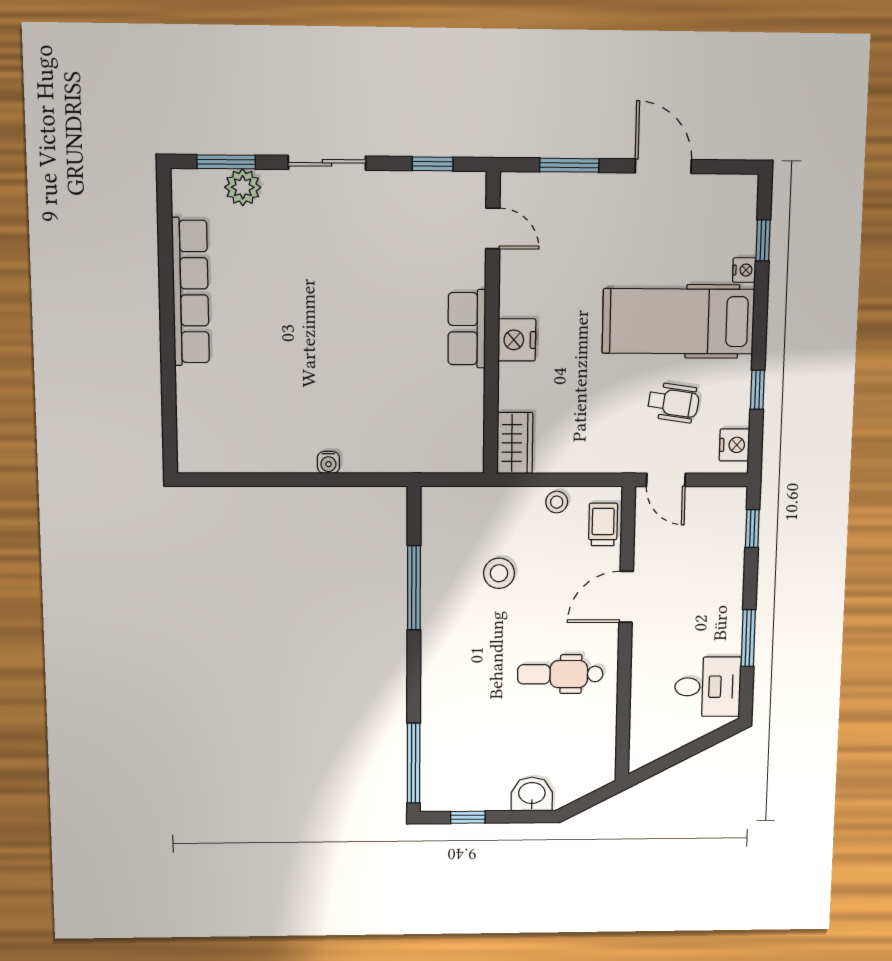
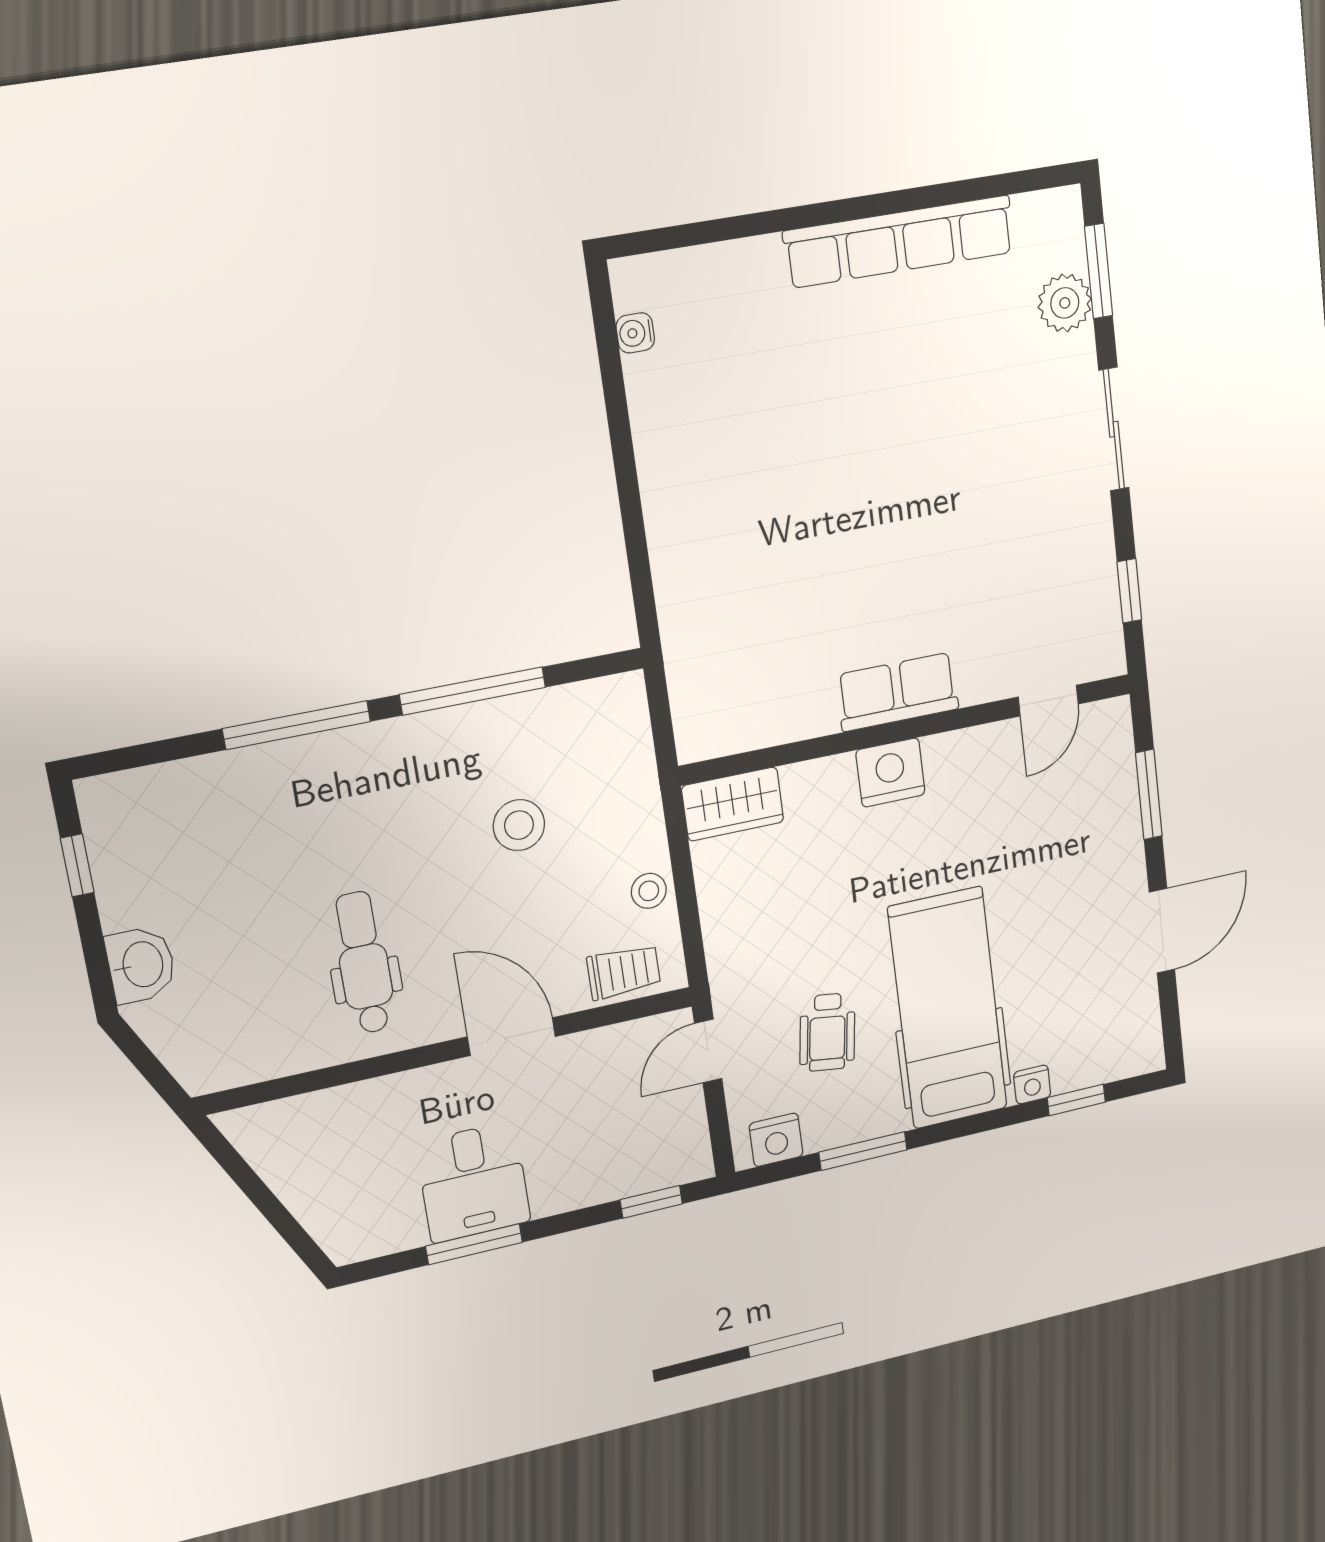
window: (757, 390) -> (863, 1151), width x1.50
water cooler: (328, 462) -> (635, 333), moved
desk: (708, 687) -> (473, 1182), moved
window: (413, 763) -> (297, 725), moved

